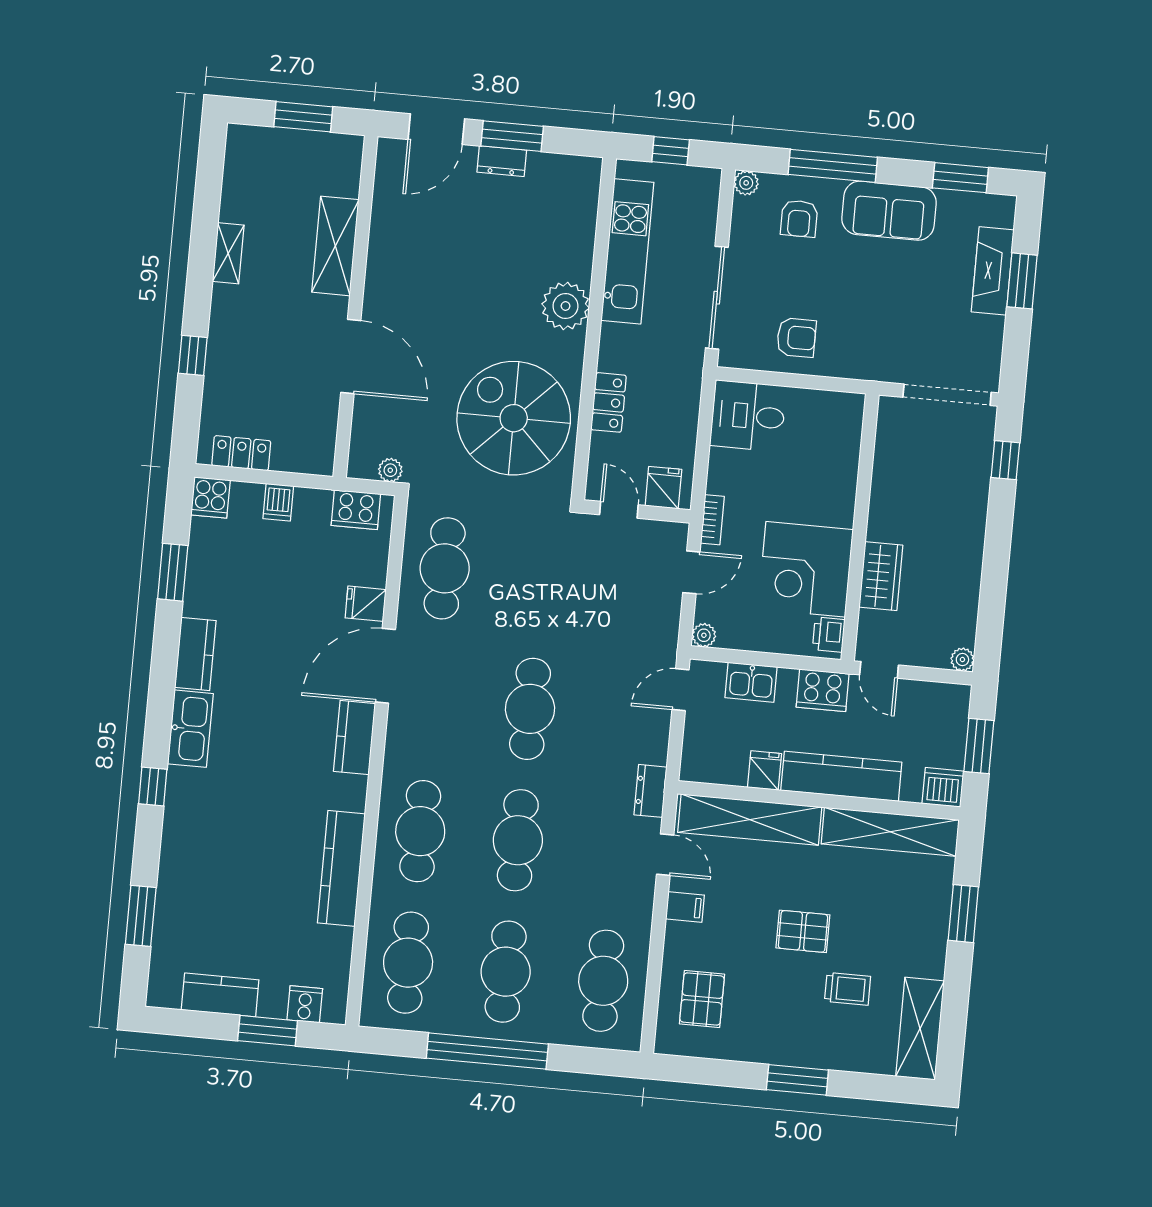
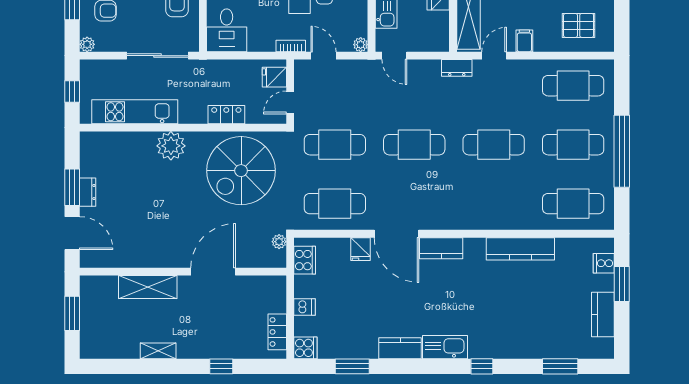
cafe table: (420, 831) -> (335, 145), moved

